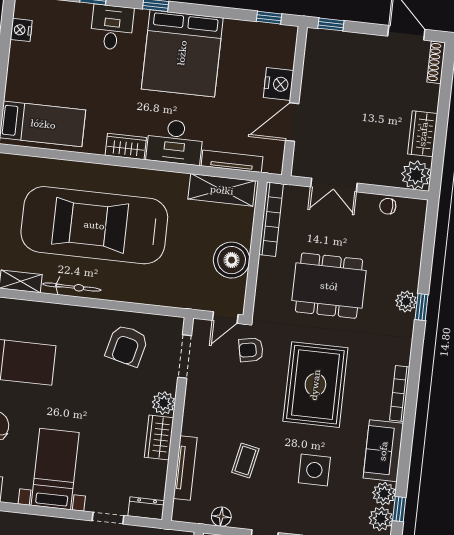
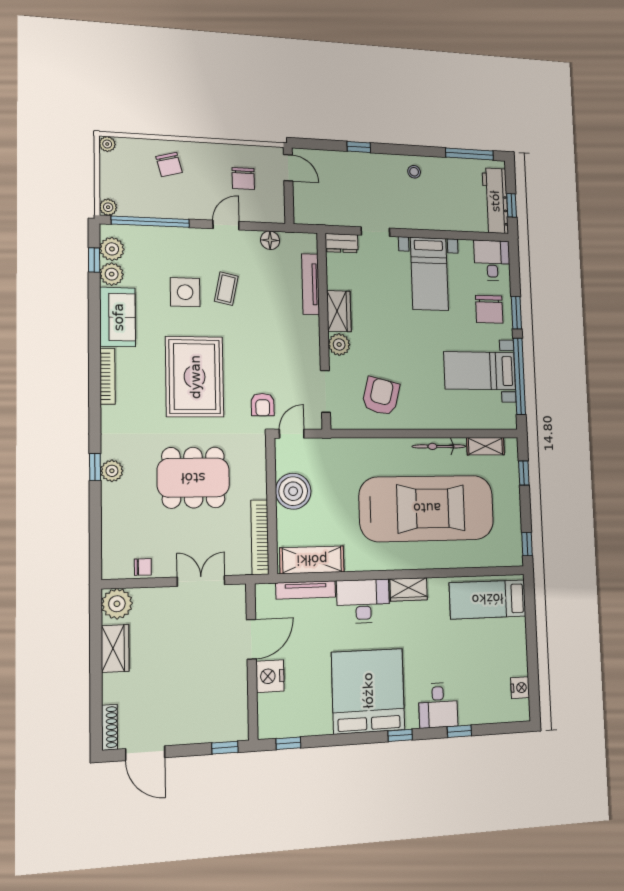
armchair: (251, 350) -> (263, 405), turned 101
coffee table: (245, 461) -> (226, 289), moved

